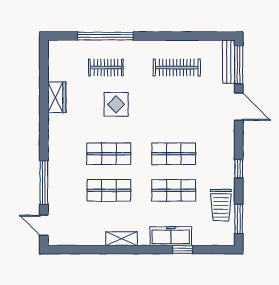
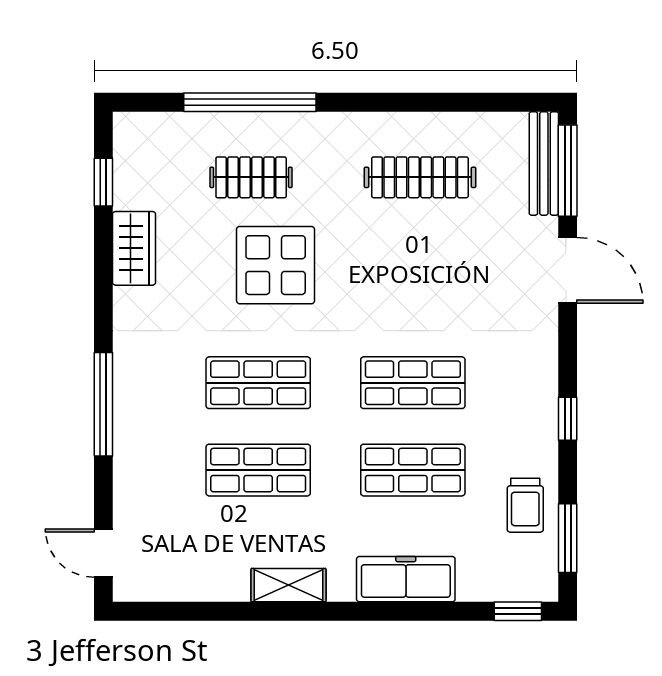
window: (44, 70) -> (103, 182), added
display table: (116, 104) -> (276, 265), width x1.36, depth x1.36
window: (44, 182) -> (103, 404), moved
trolley: (221, 205) -> (525, 505), width x0.73, depth x0.72
window: (183, 250) -> (518, 611), moved

